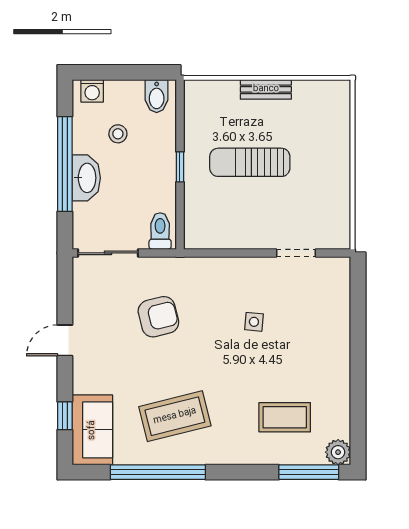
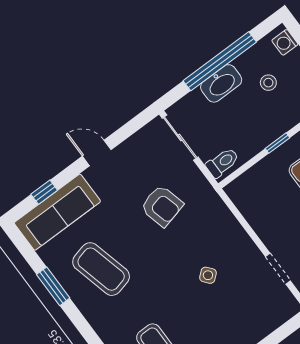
side table: (254, 322) -> (208, 275), turned 45
sofa: (92, 430) -> (57, 212), width x1.36
window: (158, 472) -> (53, 286), width x0.47

